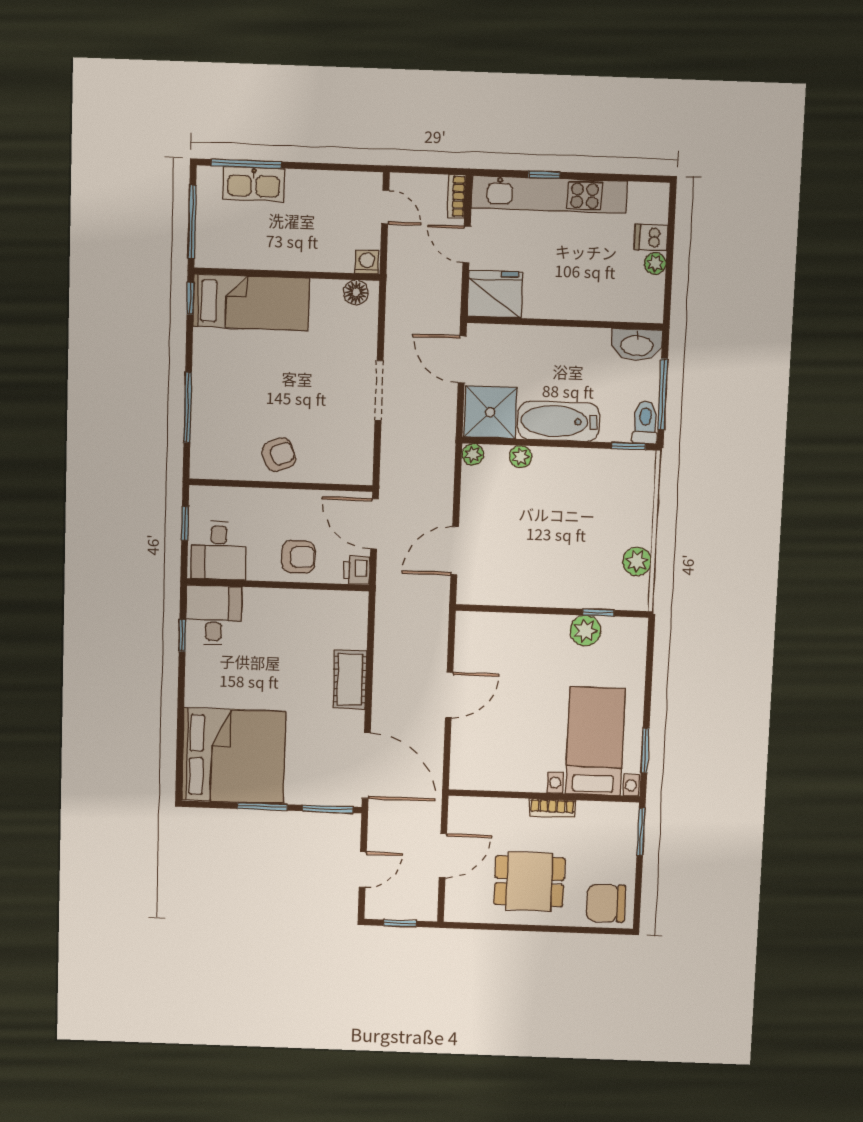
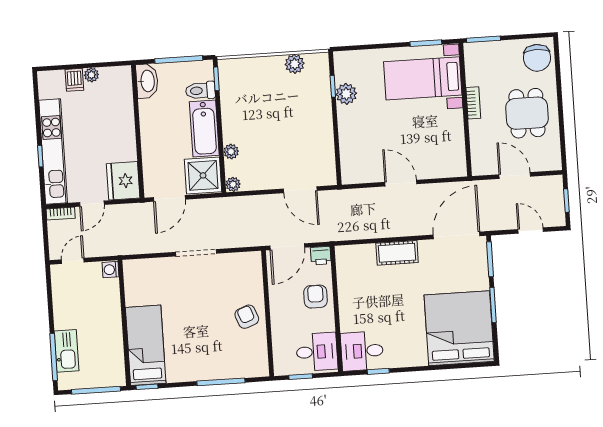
floor lamp: (356, 292) -> (132, 275), removed
toilet: (645, 422) -> (200, 91), moved

